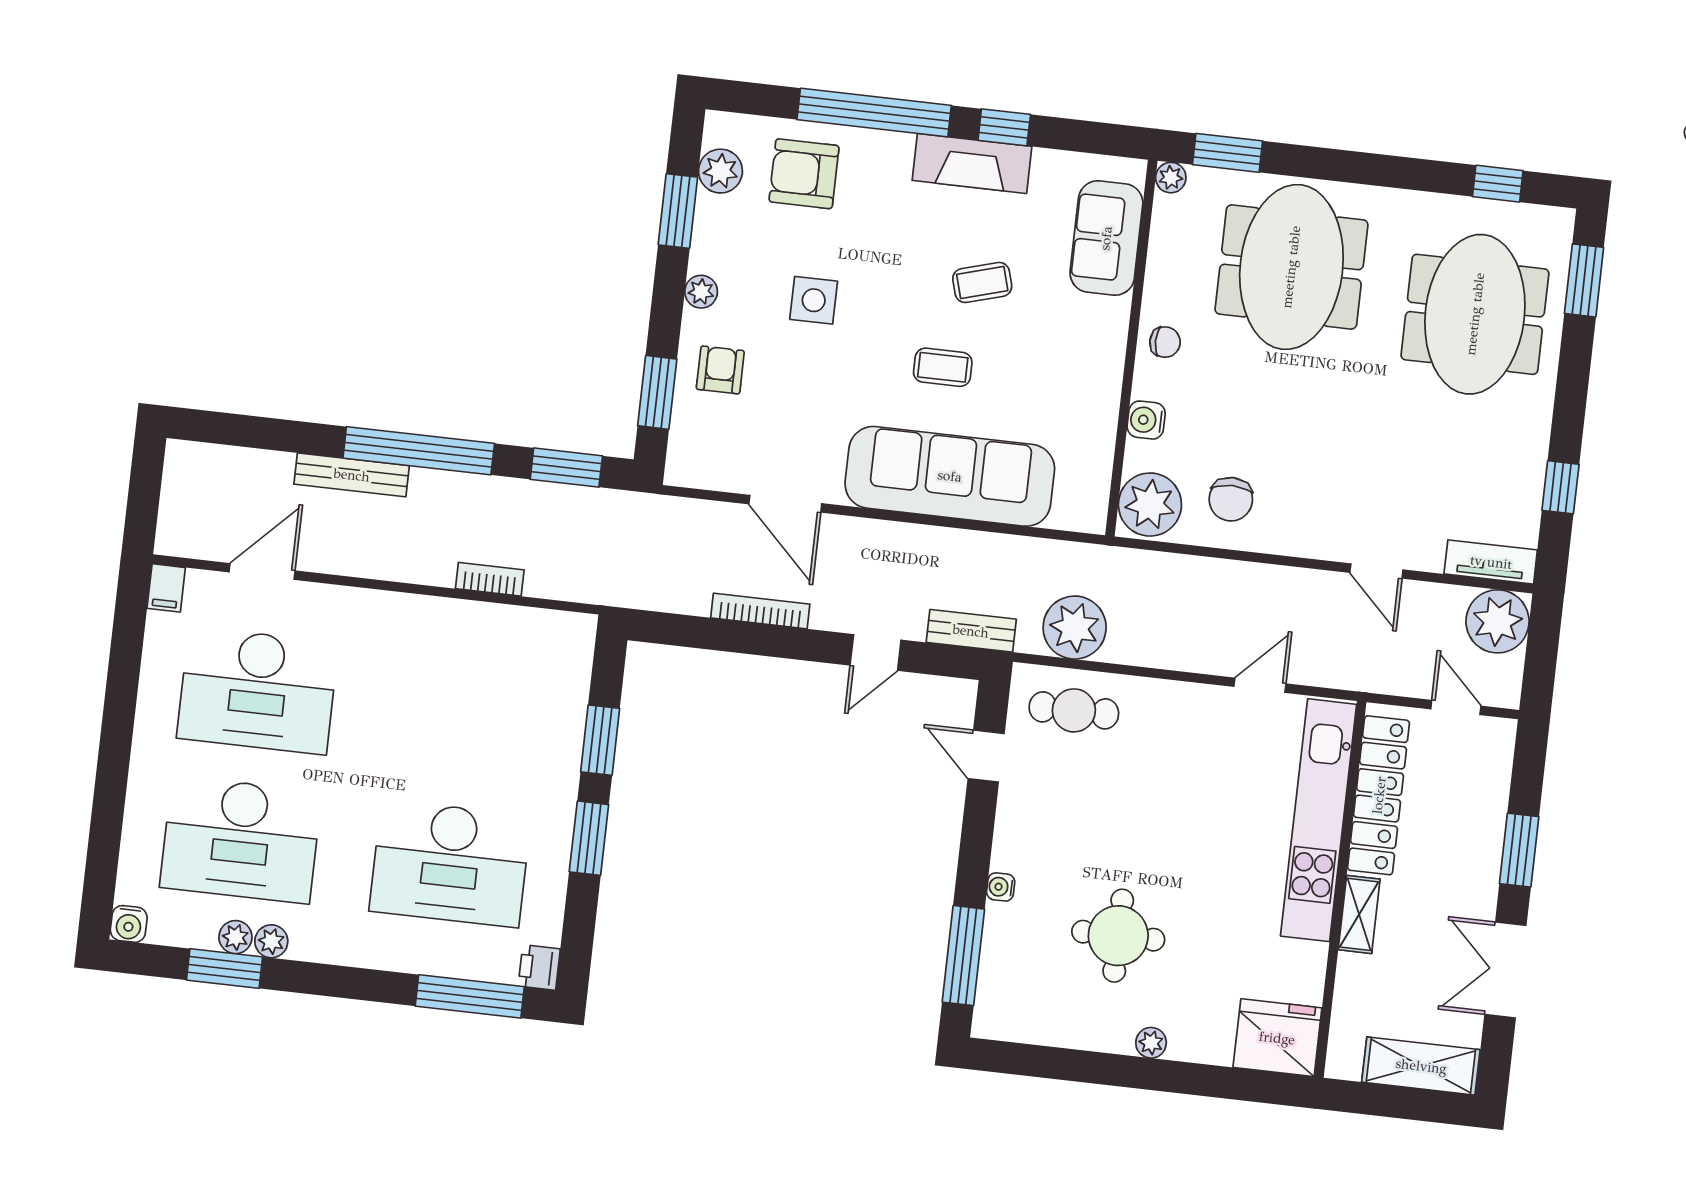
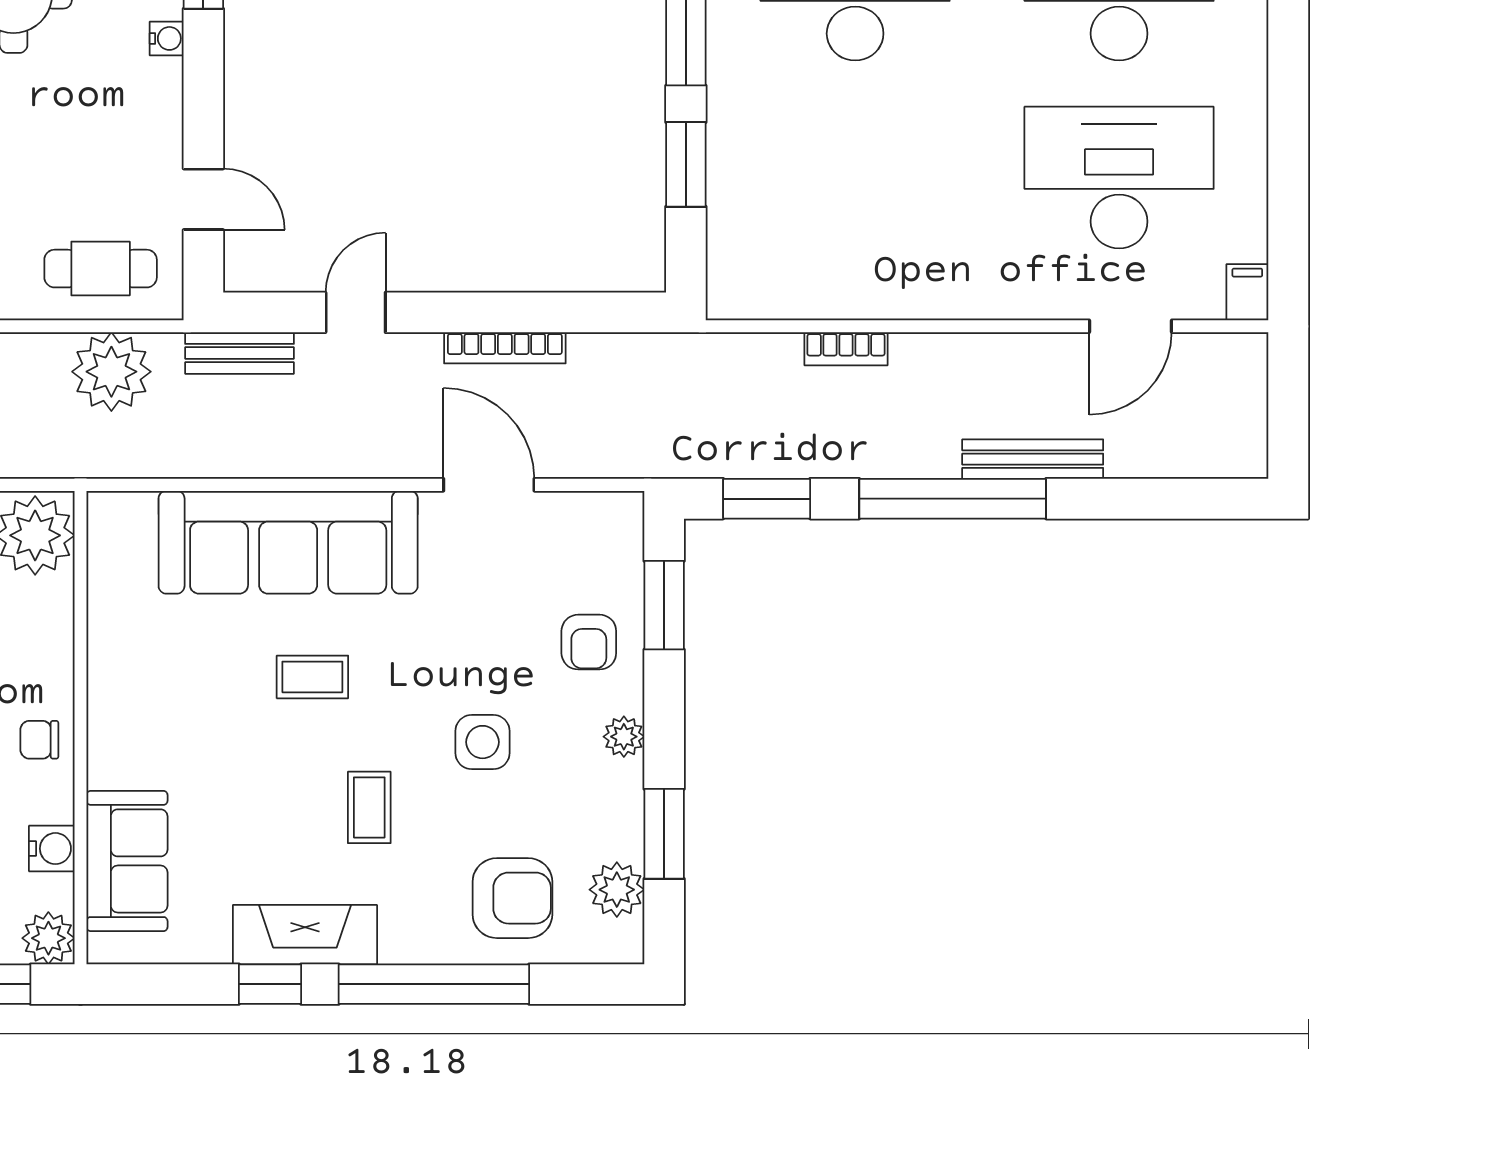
plant: (1171, 178) -> (48, 938), width x1.38, depth x1.38
coffee table: (982, 282) -> (369, 807), moved, turned -74
water cooler: (1146, 420) -> (52, 849), moved

